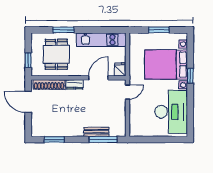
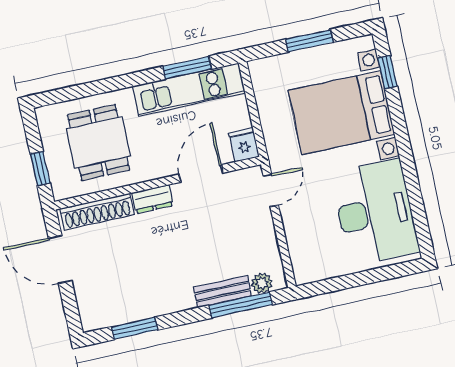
window: (64, 30) -> (187, 68), moved
window: (190, 76) -> (388, 72), moved
plant: (115, 132) -> (262, 283), added

